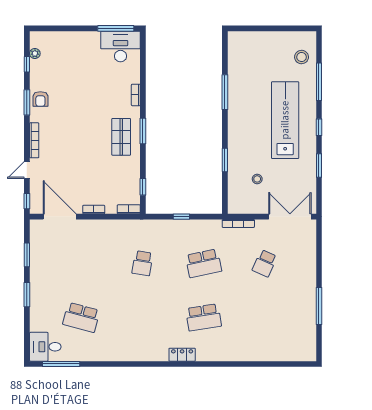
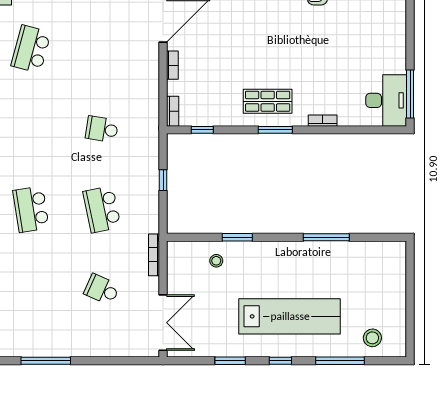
stool: (257, 179) -> (216, 261), moved

